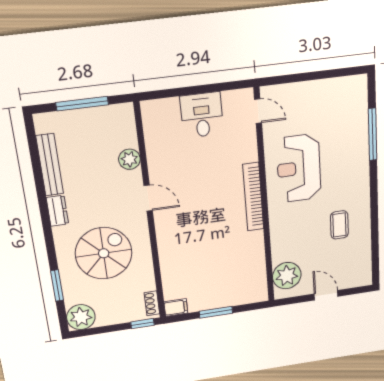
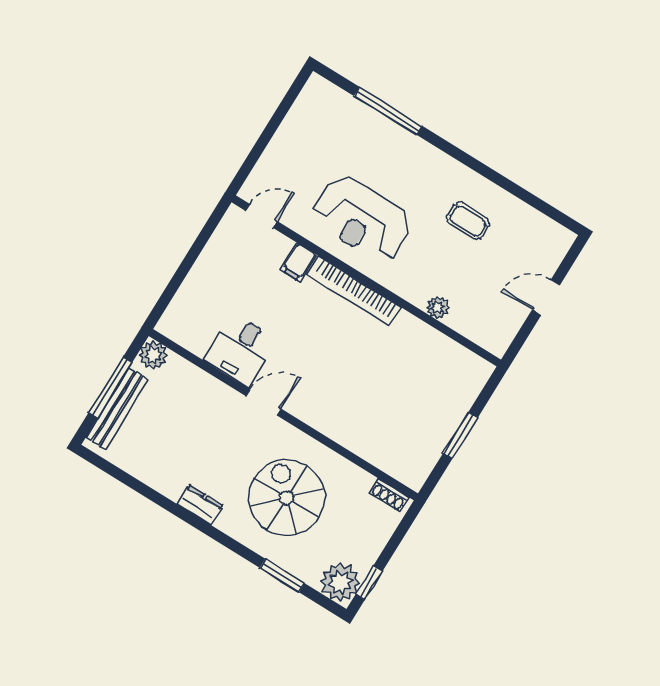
desk: (202, 115) -> (240, 350), moved, turned -90
plant: (129, 159) -> (153, 355), moved
bench: (50, 165) -> (117, 409), moved, turned 90
plant: (287, 276) -> (438, 308), moved, width x0.53, depth x0.53
filing cabinet: (176, 307) -> (299, 262), moved, turned 180
window: (142, 324) -> (369, 583), moved

